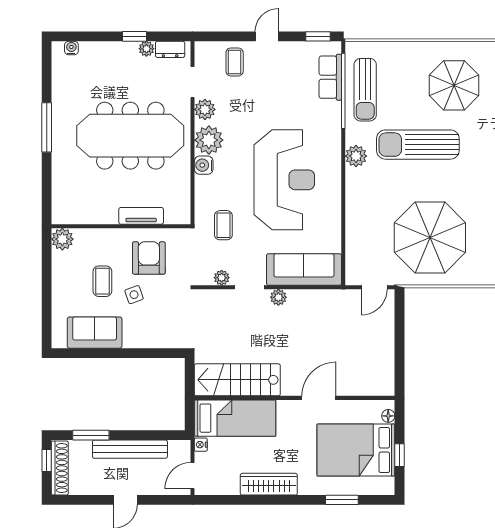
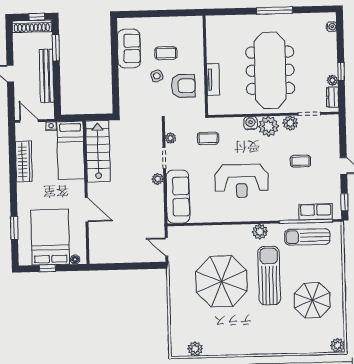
coffee table: (235, 62) -> (300, 161), moved
reception desk: (284, 180) -> (242, 181), width x0.74, depth x0.77
parasol: (430, 237) -> (221, 281), moved
plant: (62, 239) -> (195, 24), removed
wardrobe: (269, 484) -> (24, 162), moved

